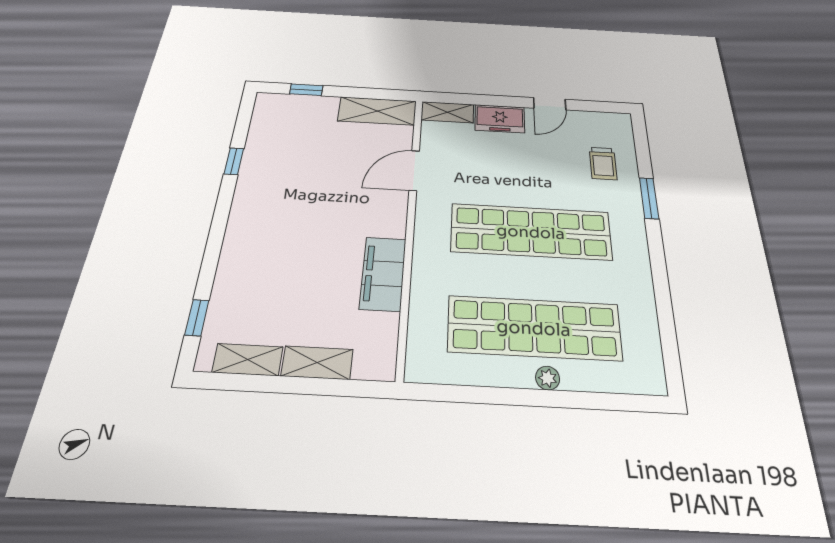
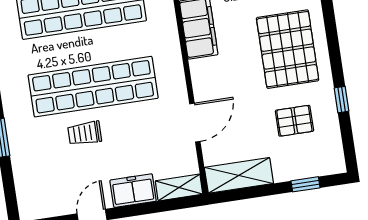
pallet: (297, 151) -> (294, 121), added
trolley: (603, 163) -> (85, 133), moved, turned -90
pallet: (278, 227) -> (288, 49), added

